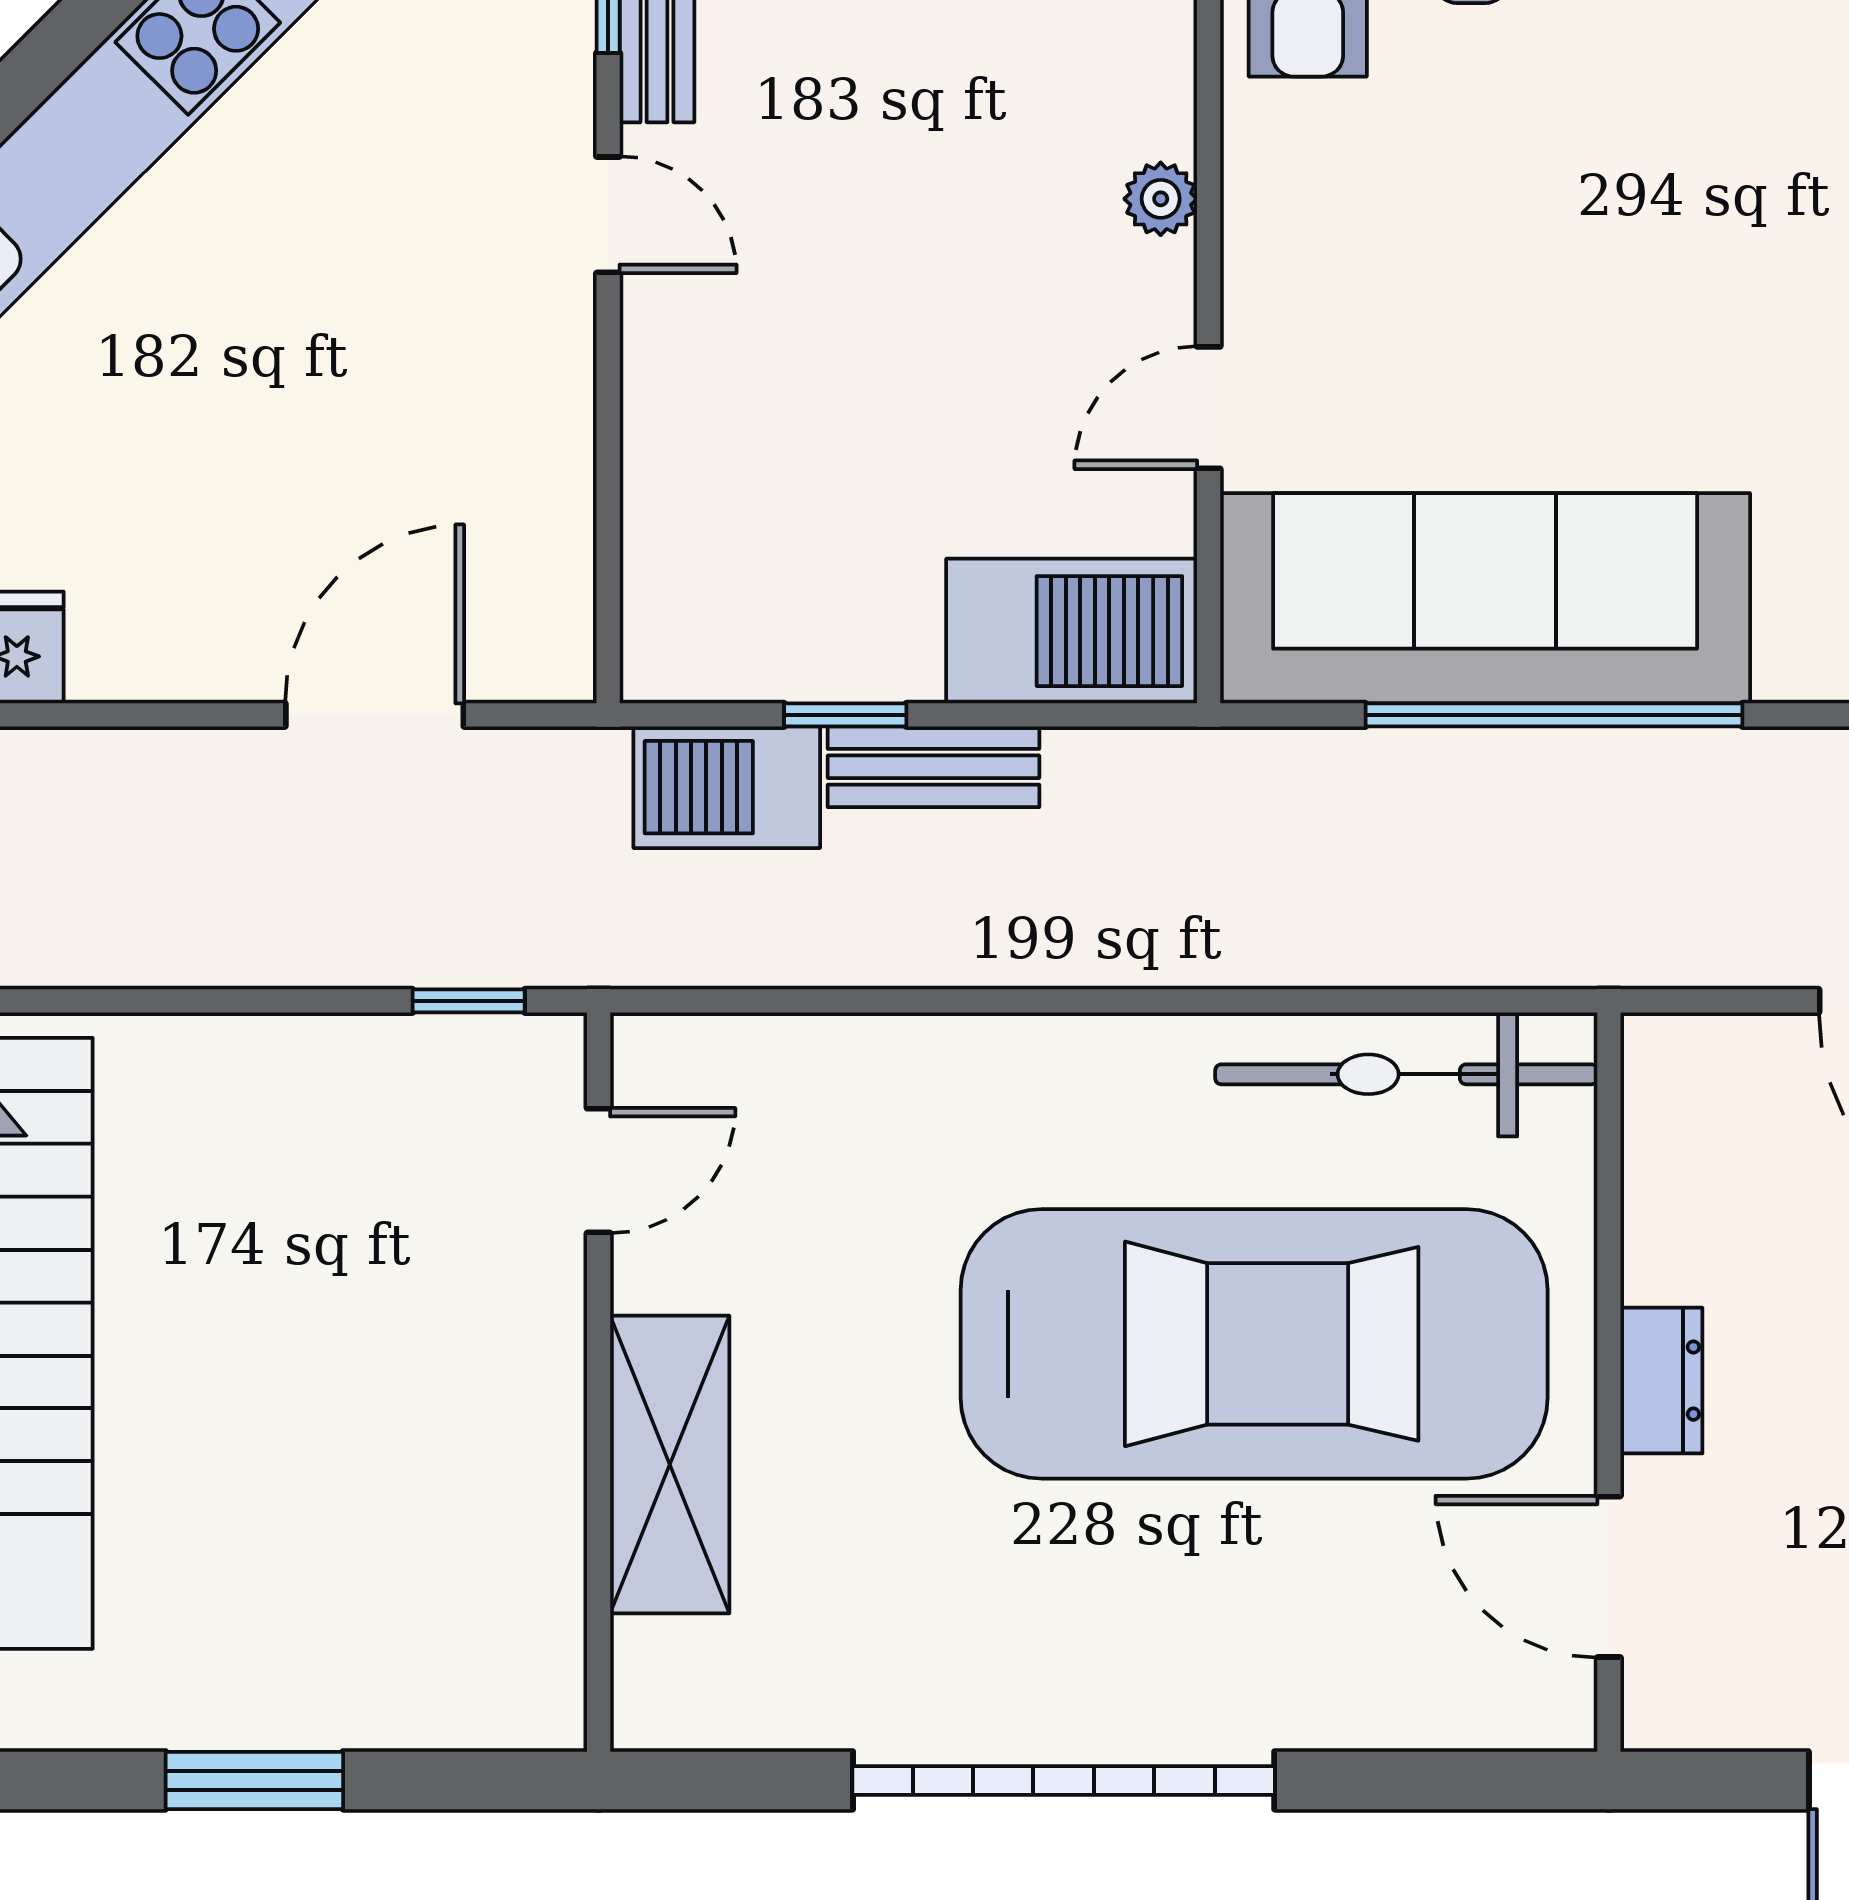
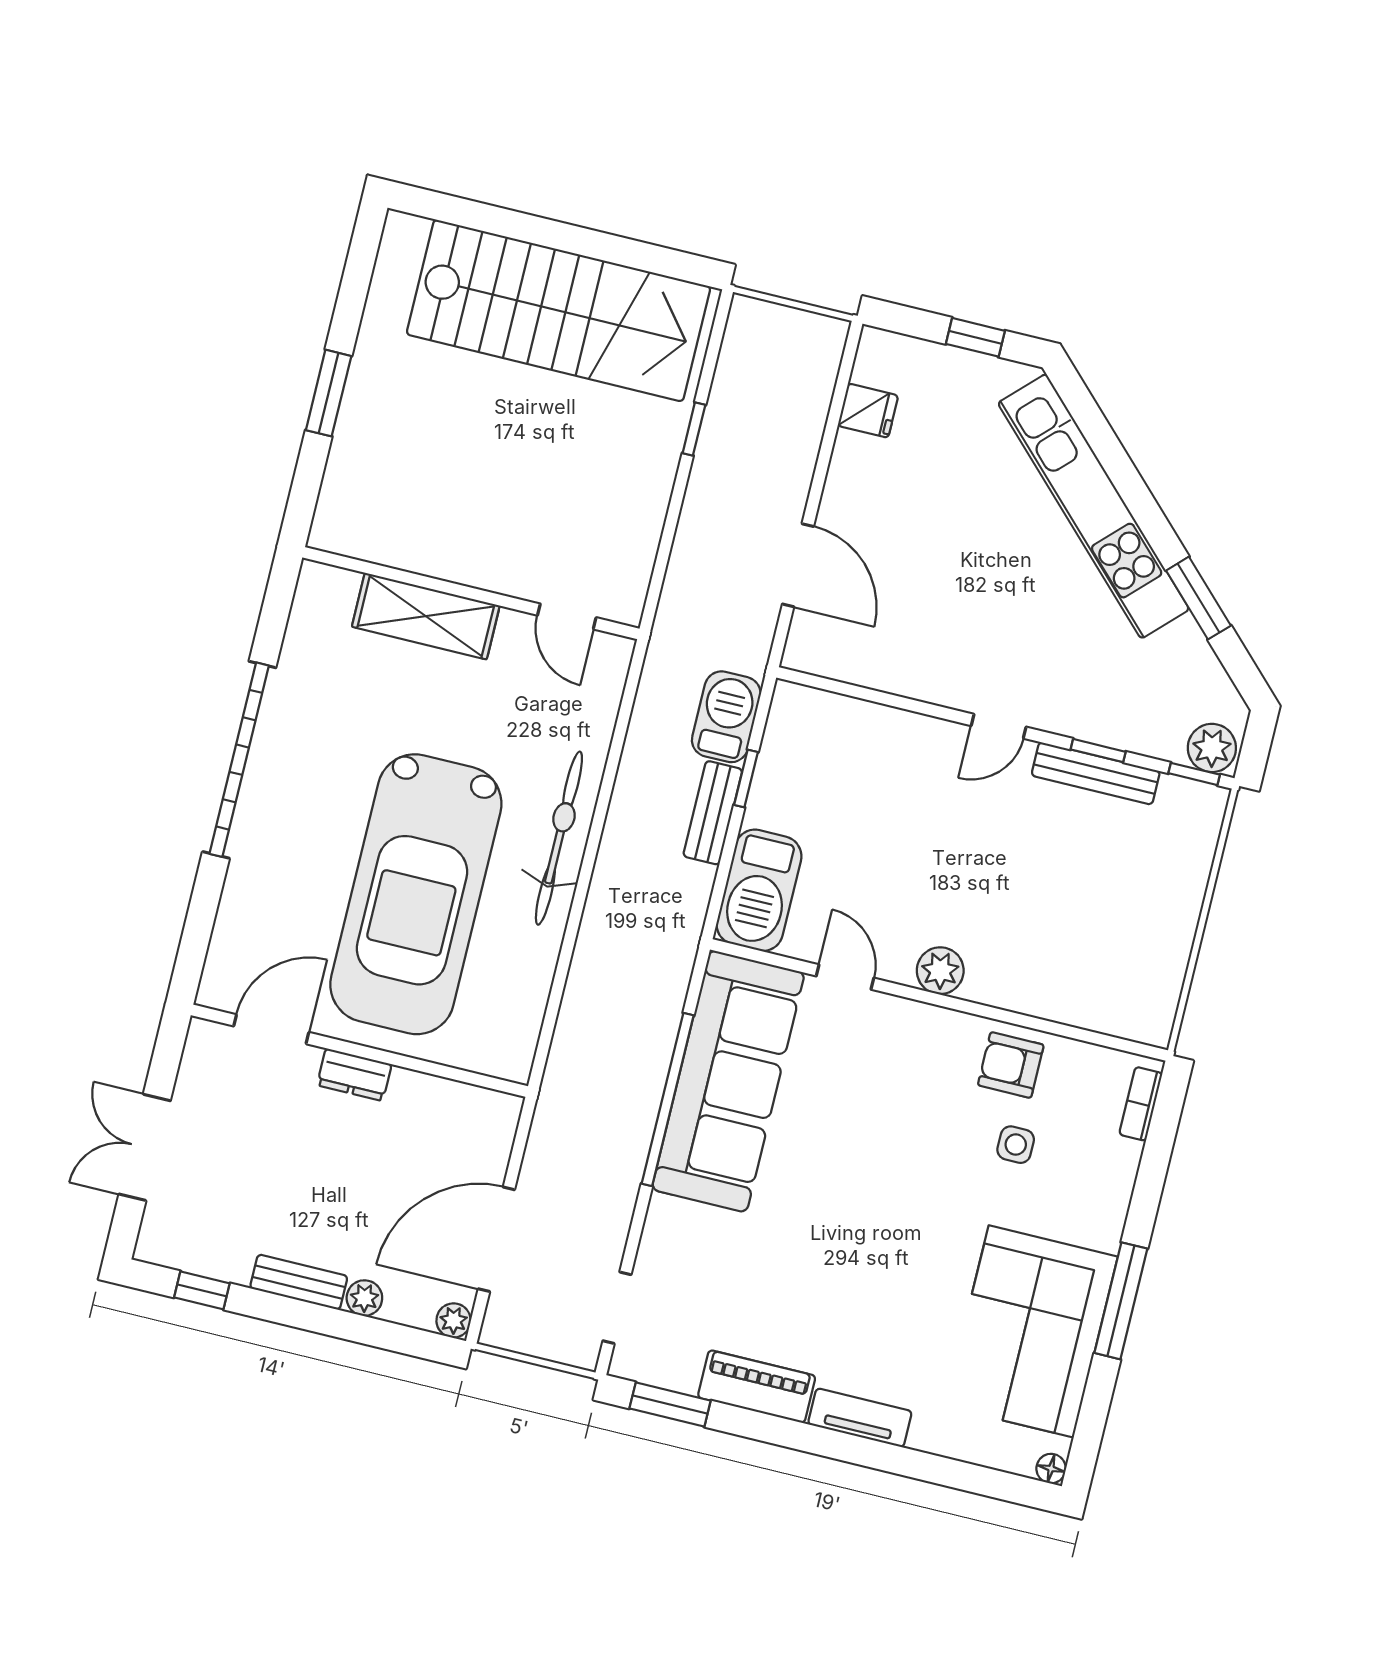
plant: (1161, 199) -> (940, 971), width x1.38, depth x1.38
window: (469, 1001) -> (694, 429), moved
bicycle: (1406, 1074) -> (559, 838), moved

